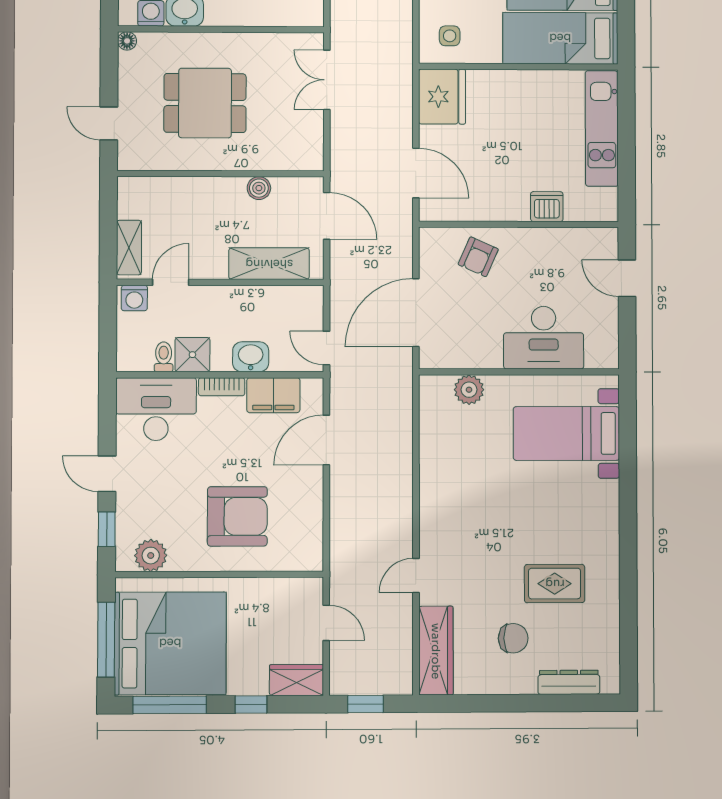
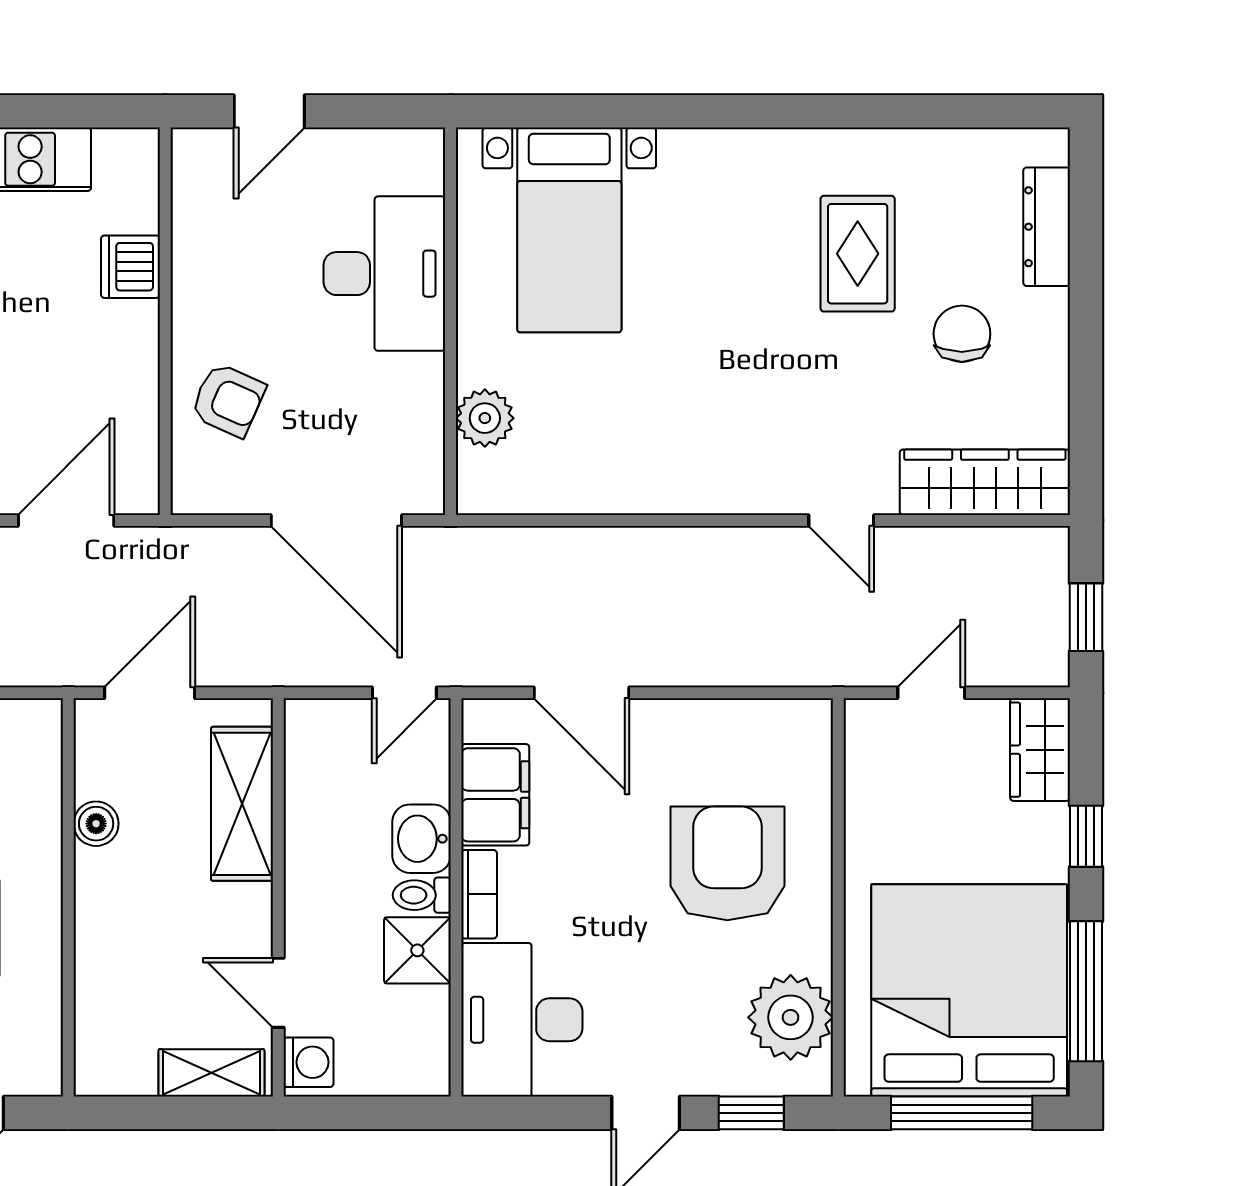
toilet: (164, 357) -> (422, 895), moved
plant: (151, 556) -> (791, 1017), width x1.36, depth x1.36

